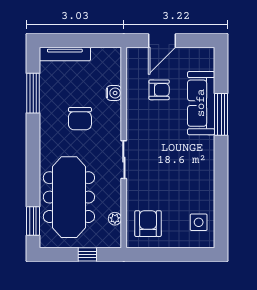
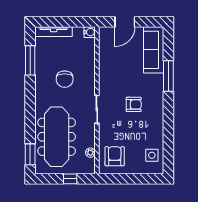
armchair: (159, 90) -> (134, 104), moved
water cooler: (114, 93) -> (90, 32), moved
sofa: (201, 103) -> (154, 50), moved

